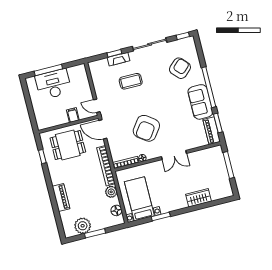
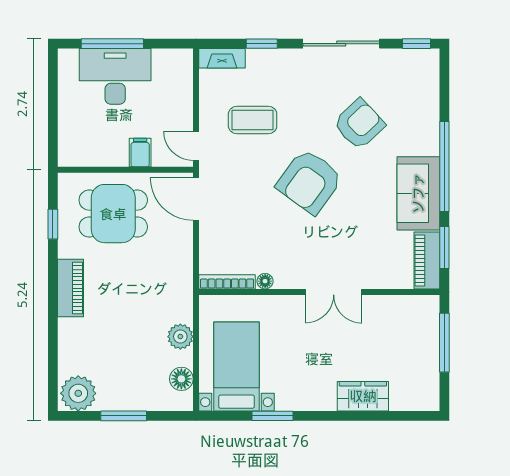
fireplace: (119, 59) -> (222, 58), moved
armchair: (180, 68) -> (359, 124), moved
coffee table: (131, 81) -> (253, 120), moved
armchair: (146, 128) -> (310, 182), moved
bookcase: (106, 166) -> (183, 278), removed
piano: (61, 197) -> (71, 288), moved
plant: (83, 226) -> (78, 393), moved

